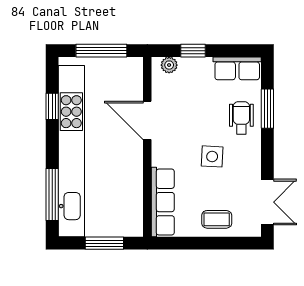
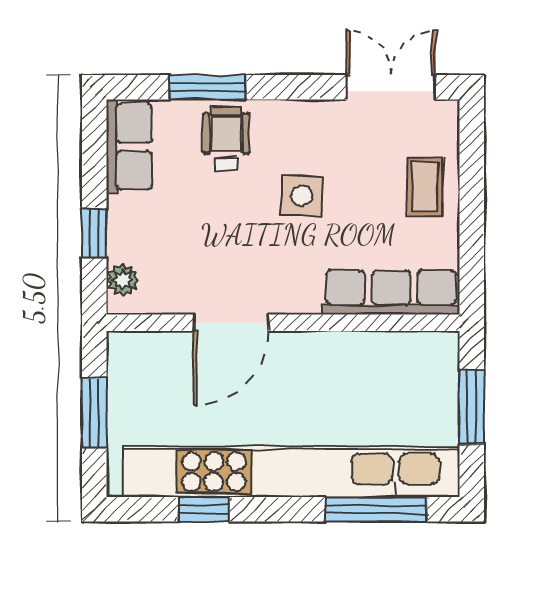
window: (101, 51) -> (94, 413), width x0.69
wheelchair: (241, 118) -> (226, 138), turned 90

